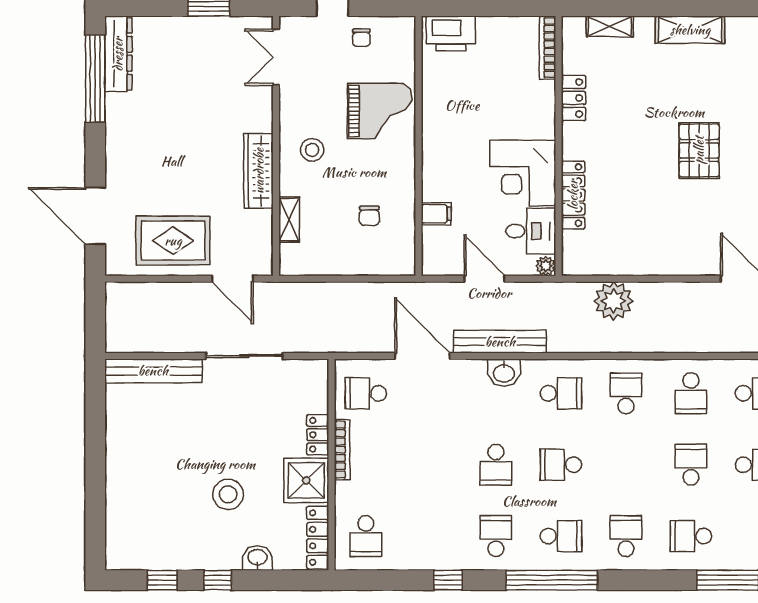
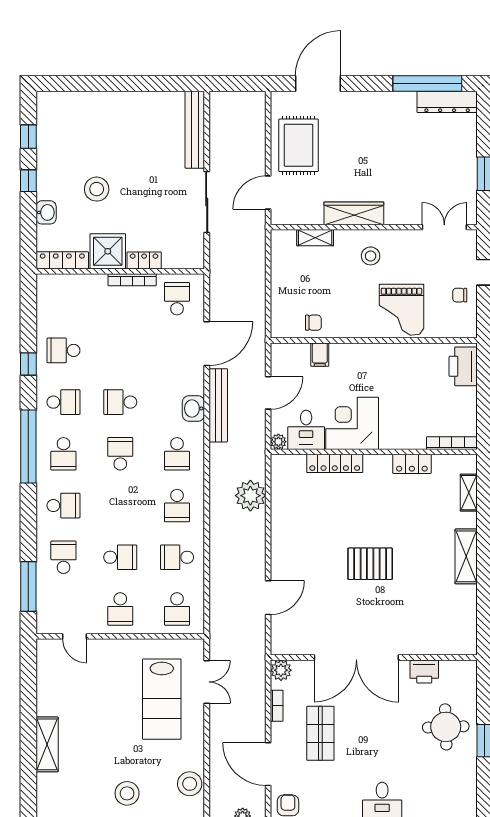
chair: (369, 216) -> (313, 323), moved, turned 180
school desk: (626, 393) -> (177, 506), turned 90
school desk: (366, 536) -> (63, 350), moved

